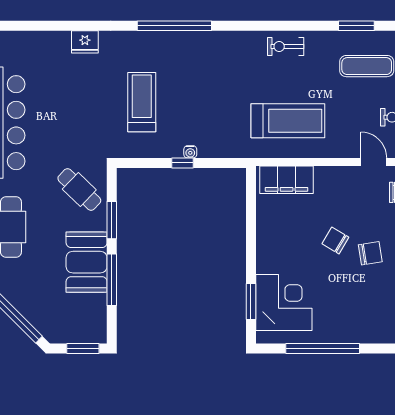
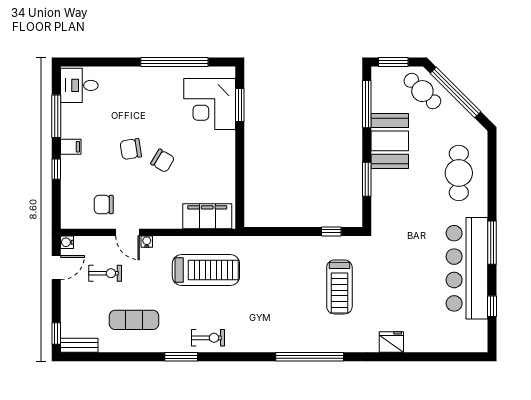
window: (356, 26) -> (181, 357), moved
treadmill: (288, 121) -> (206, 270), turned 180
water cooler: (190, 152) -> (147, 242), moved
window: (183, 163) -> (331, 231), moved
cafe table: (79, 189) -> (422, 91), moved
window: (112, 280) -> (367, 104), moved

